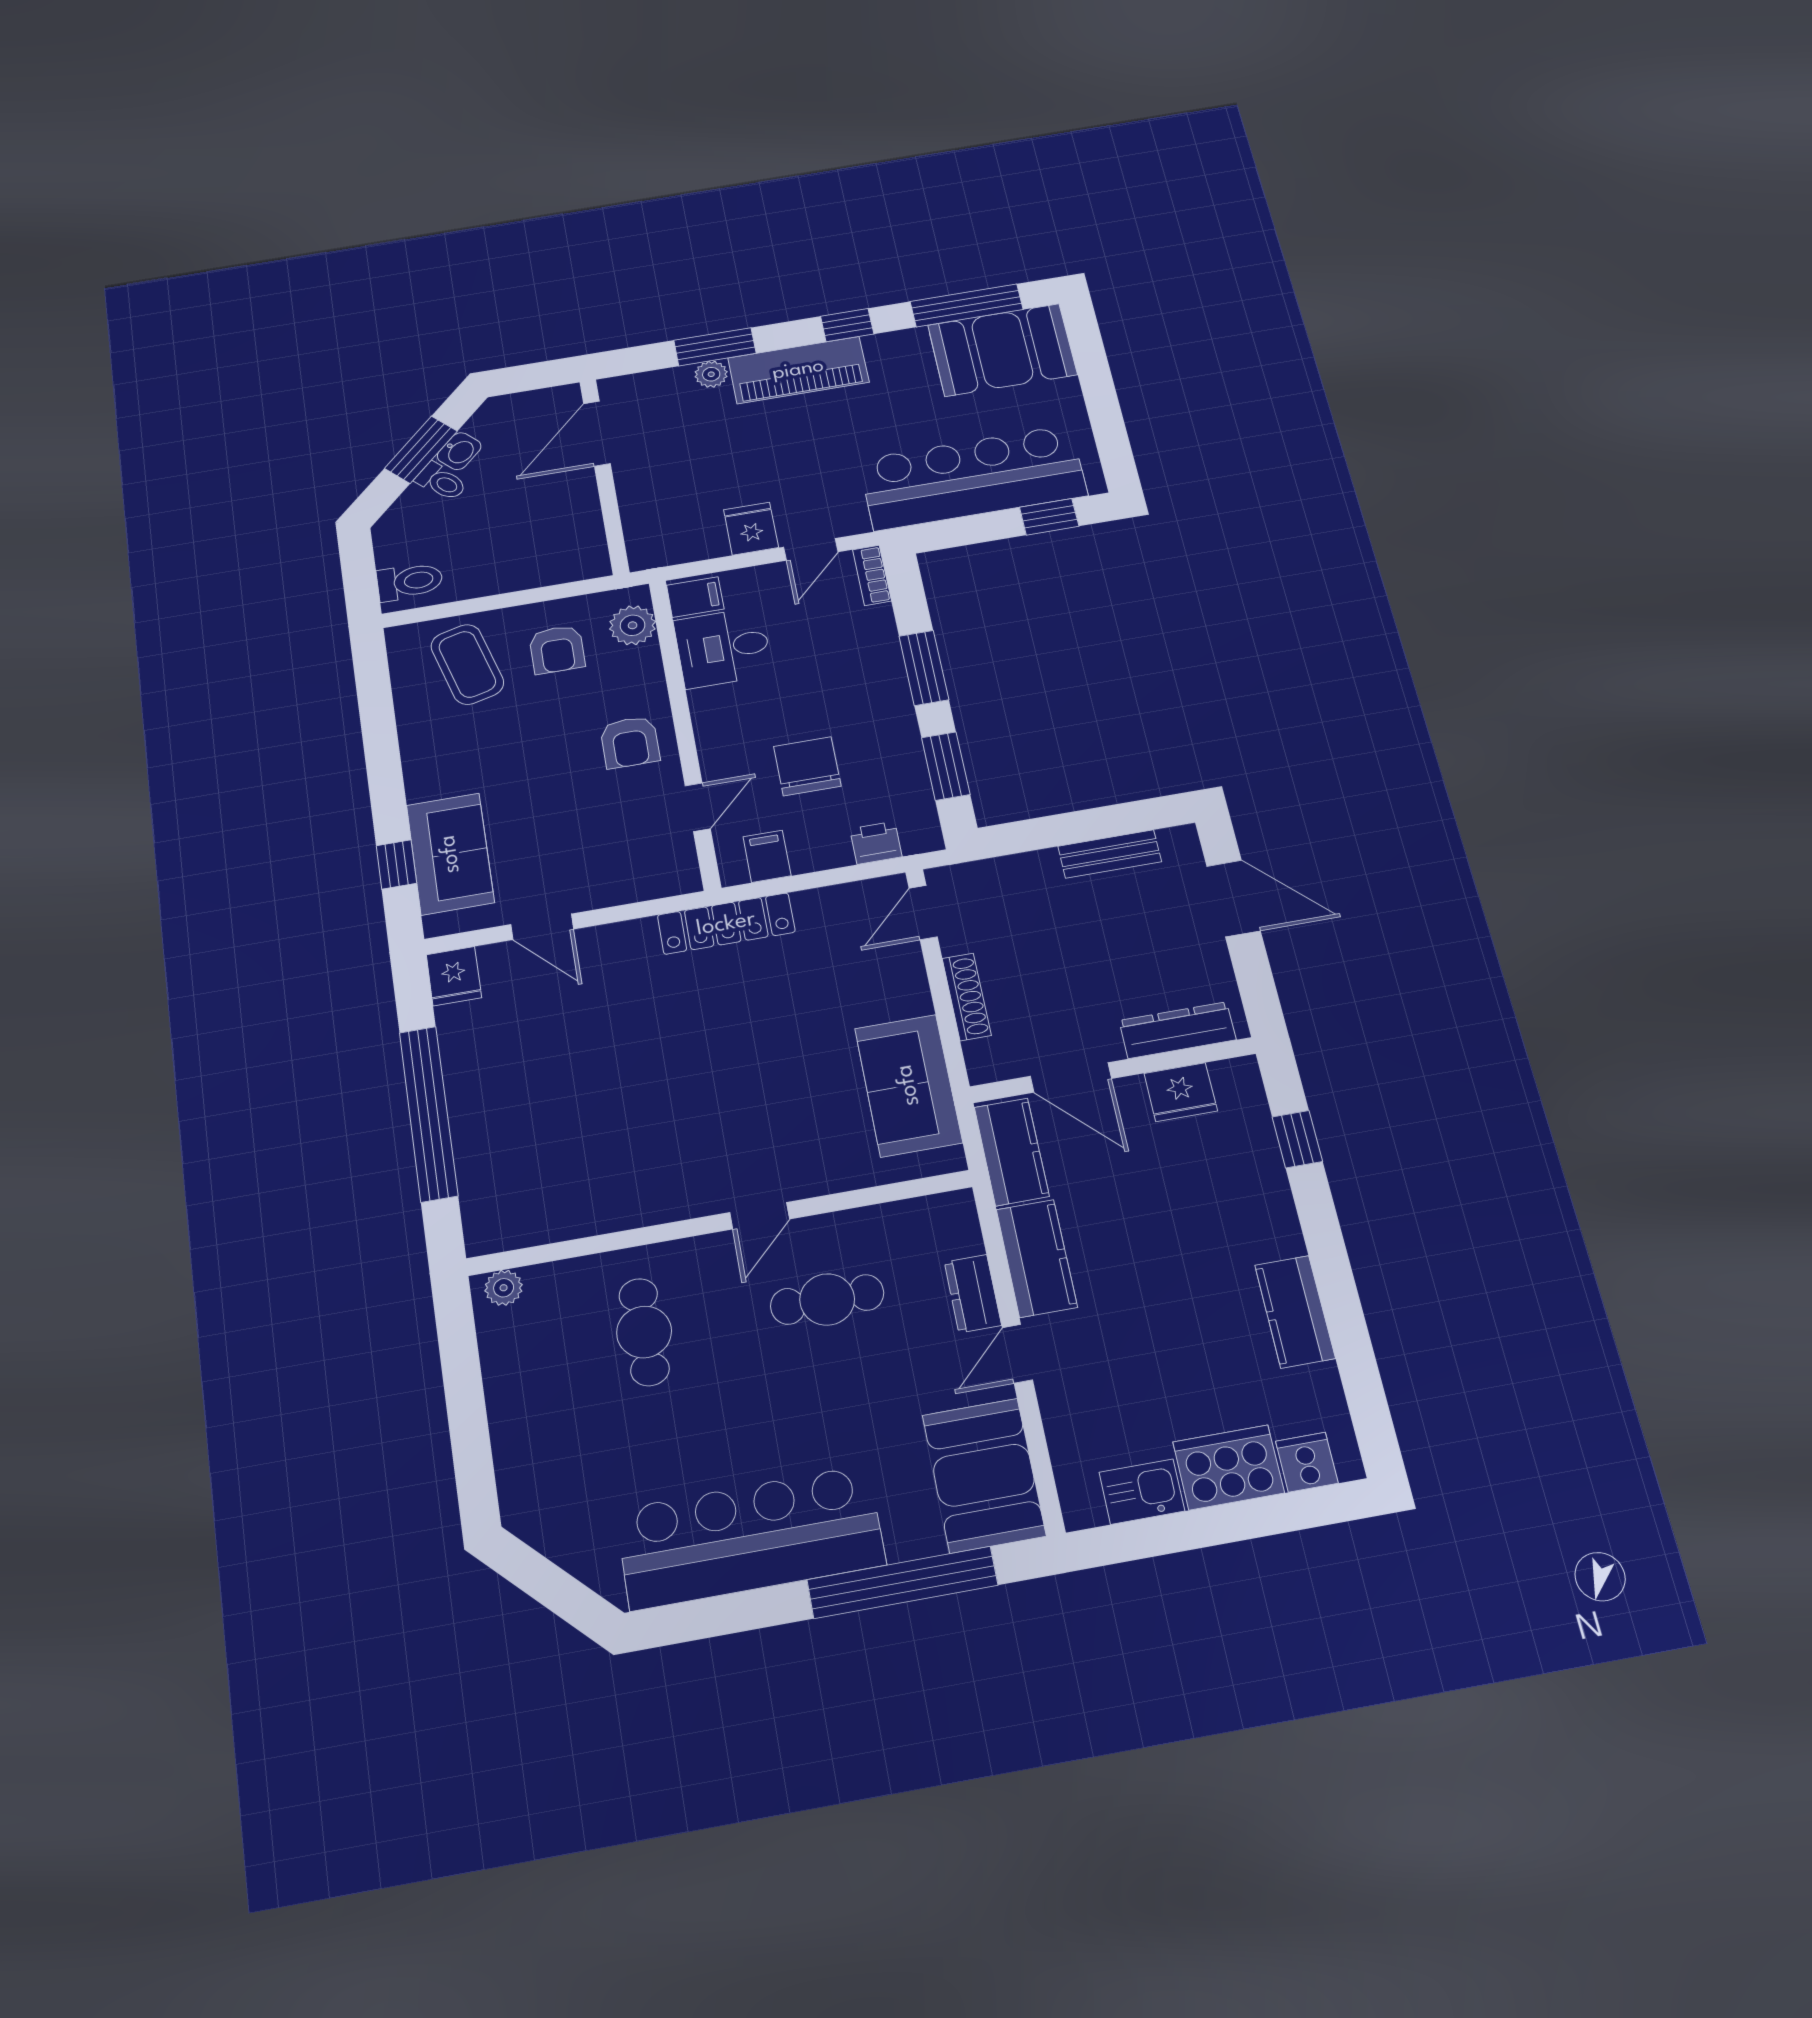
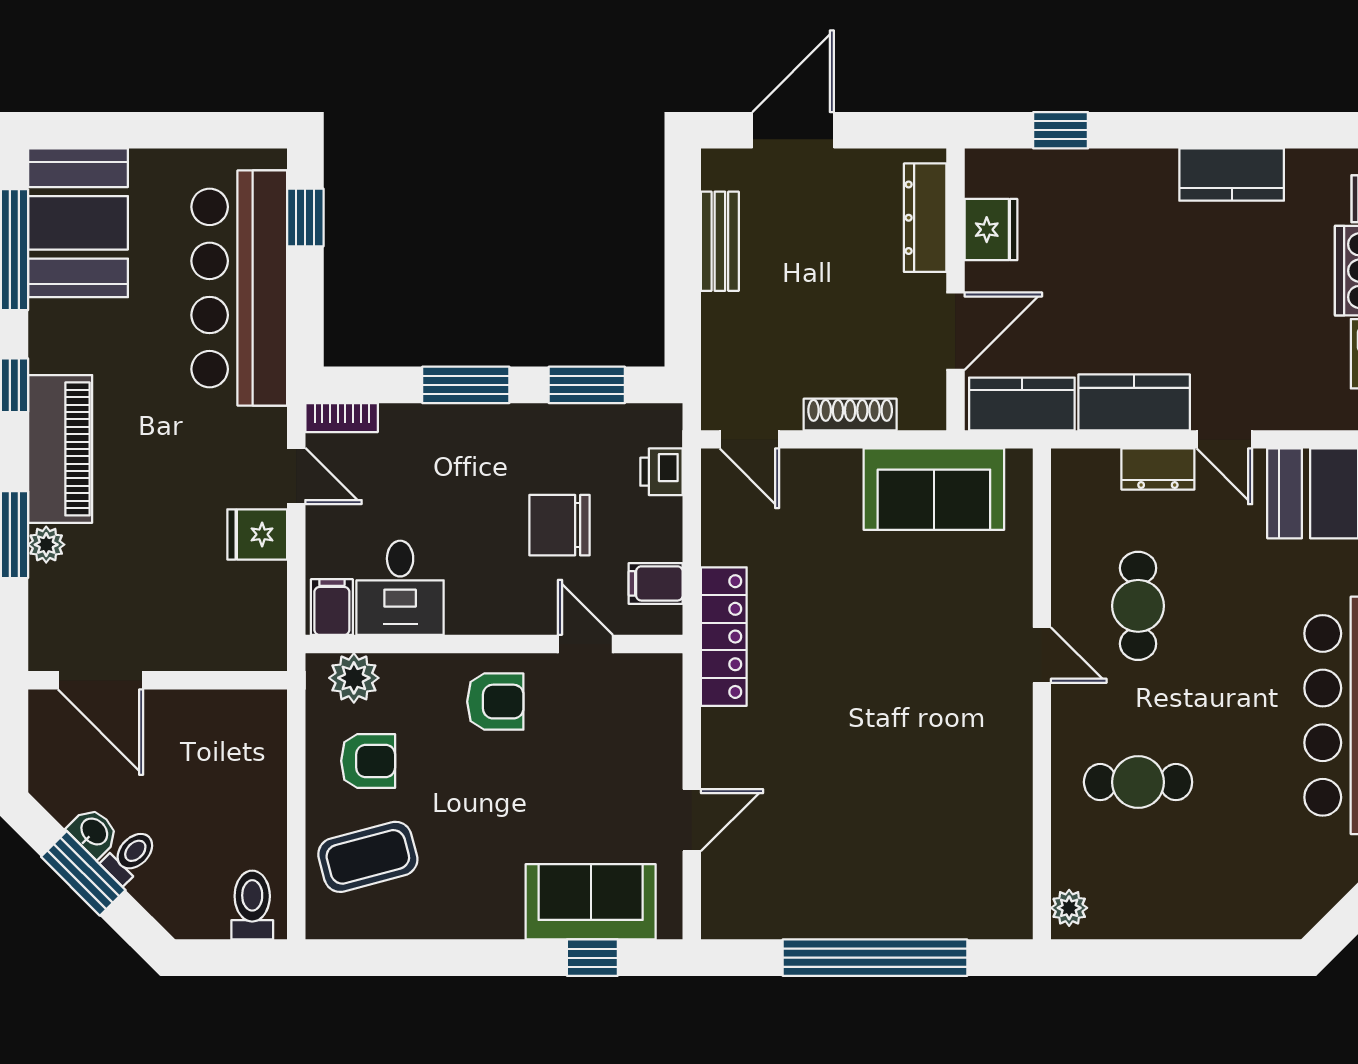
fridge: (454, 976) -> (730, 915), removed

